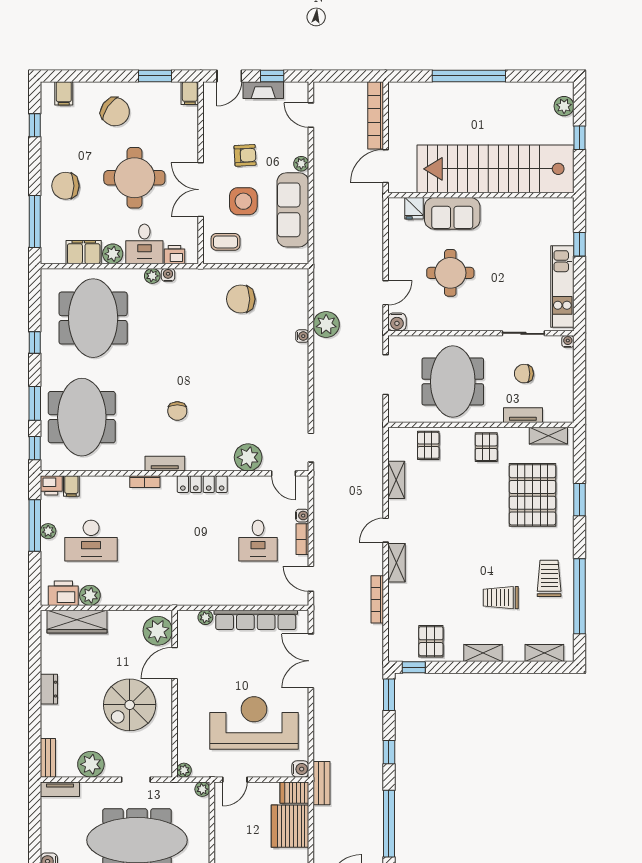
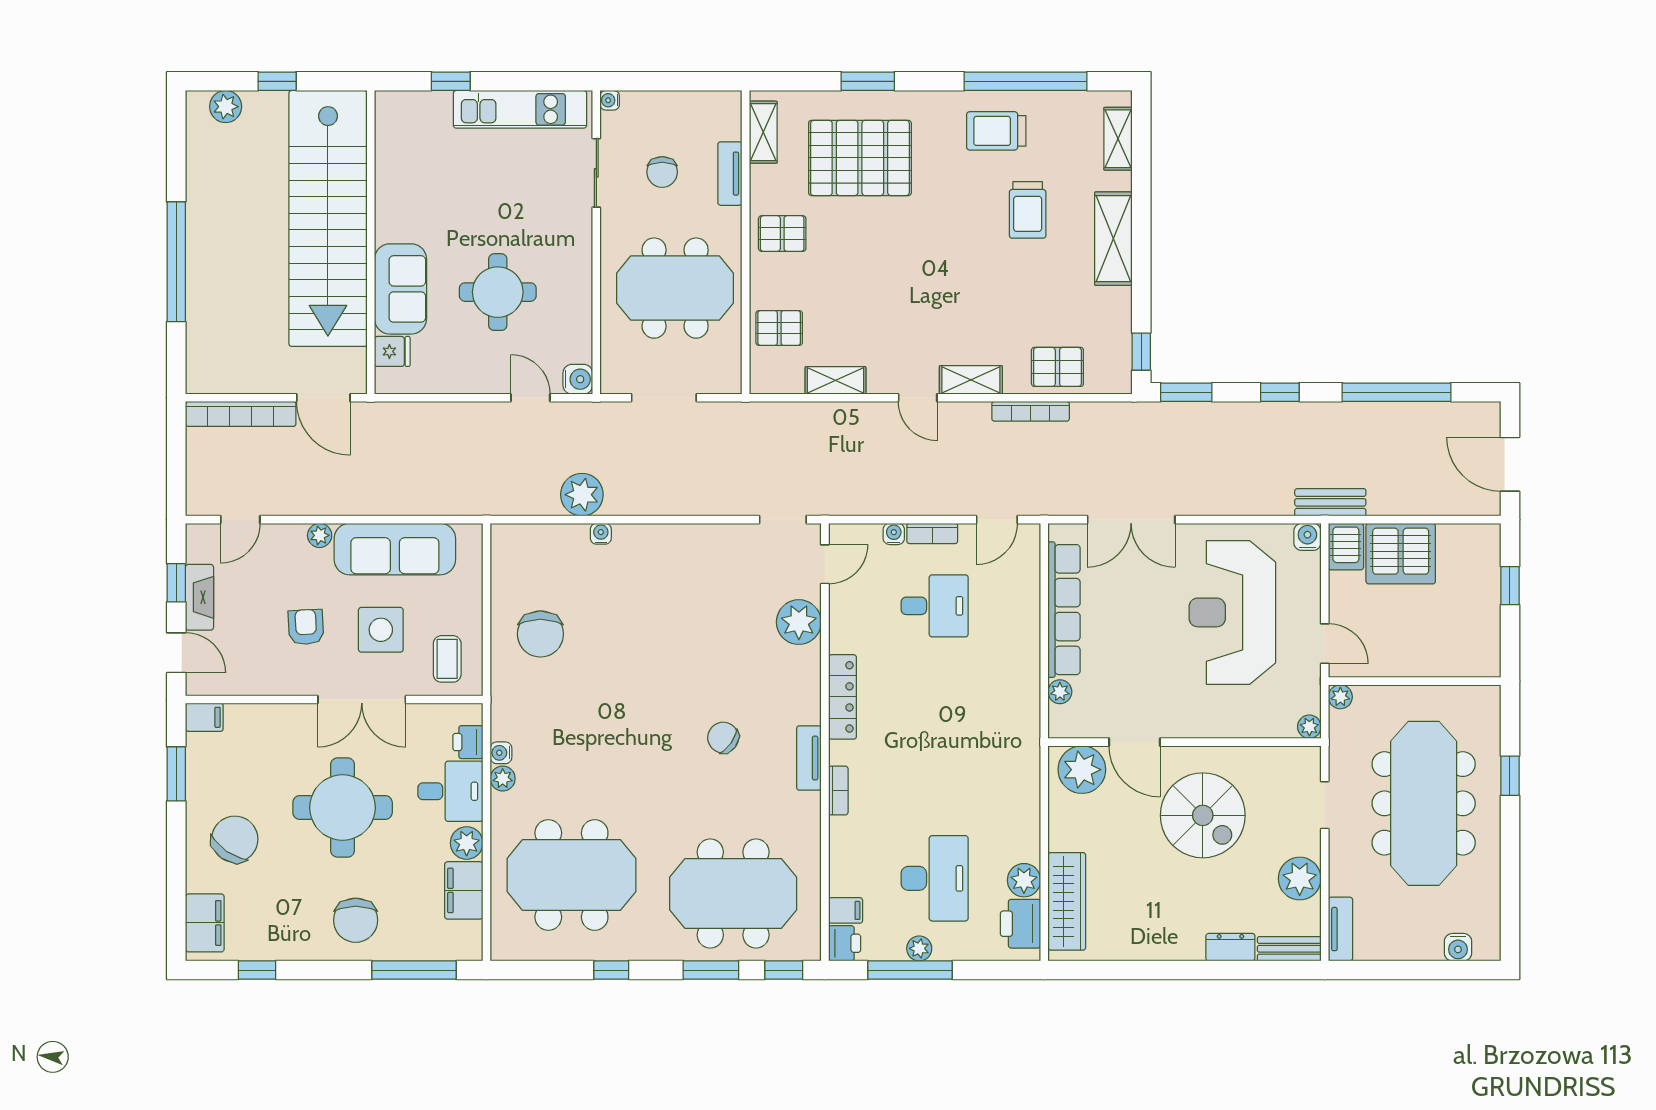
filing cabinet: (64, 93) -> (205, 923), width x2.00
chair: (177, 411) -> (723, 738), turned -145
pallet: (431, 641) -> (1057, 367), moved
shelving: (483, 653) -> (1113, 239), width x1.50, depth x1.33
dresser: (49, 689) -> (1230, 947), moved

